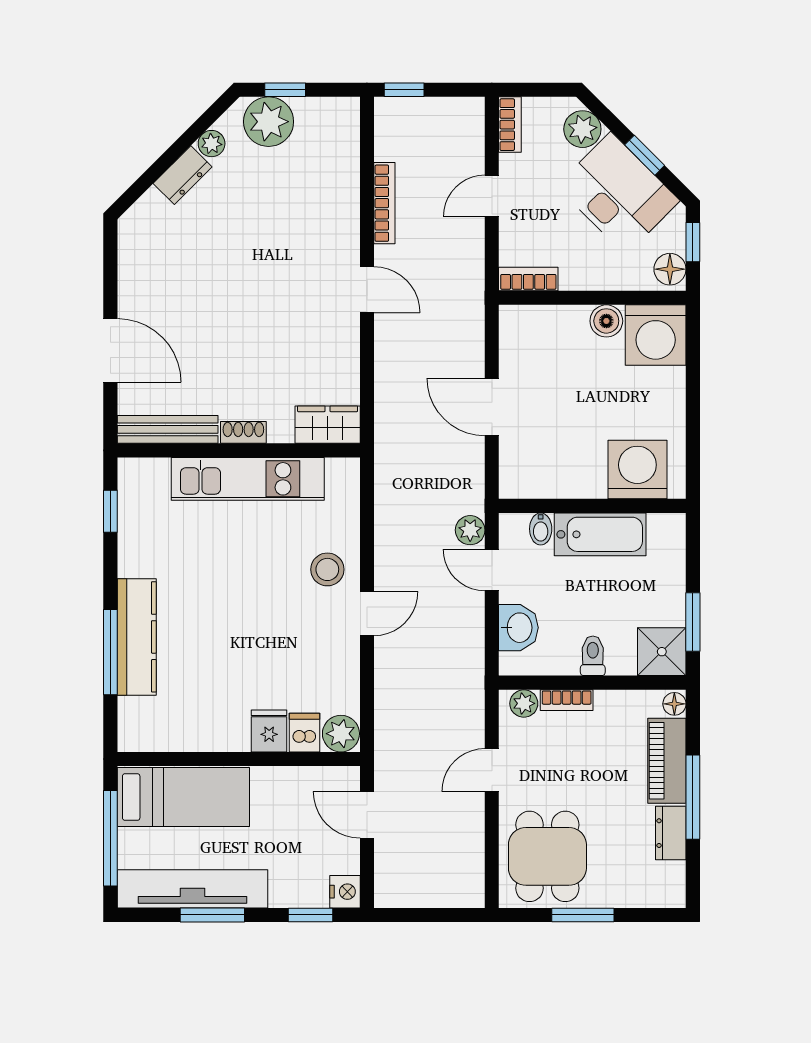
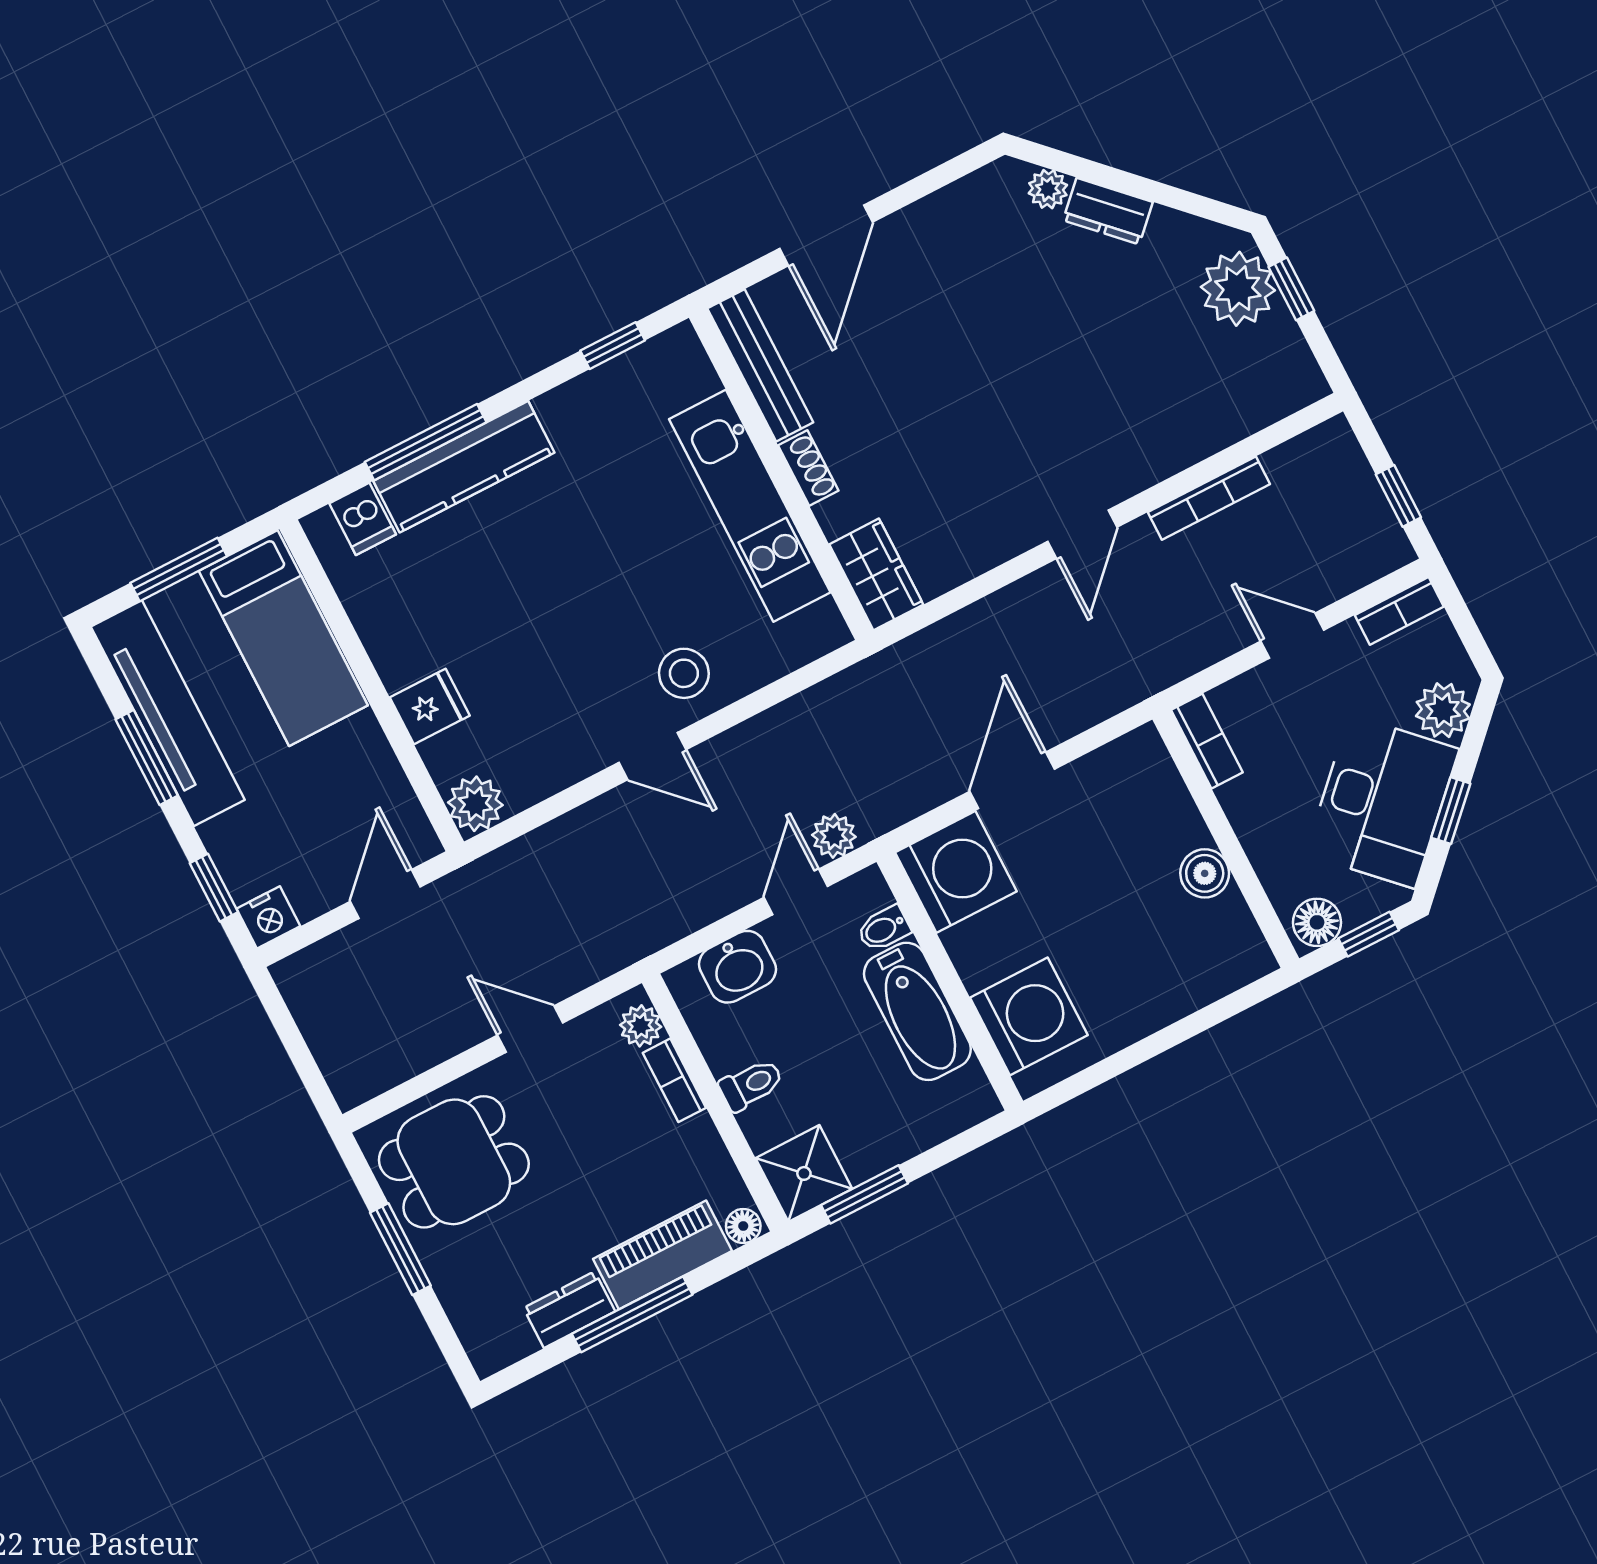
window: (404, 90) -> (1398, 496), moved
plant: (212, 144) -> (1048, 189), moved
washing machine: (656, 335) -> (956, 872), moved, turned 180
dishwasher: (305, 733) -> (363, 519), moved, turned 90
window: (110, 838) -> (179, 569), width x0.69

